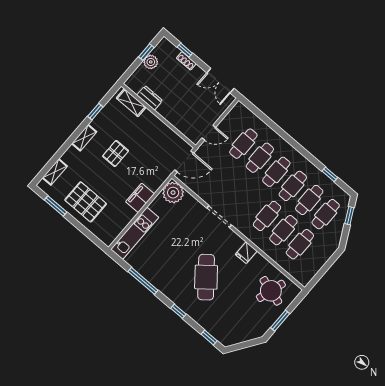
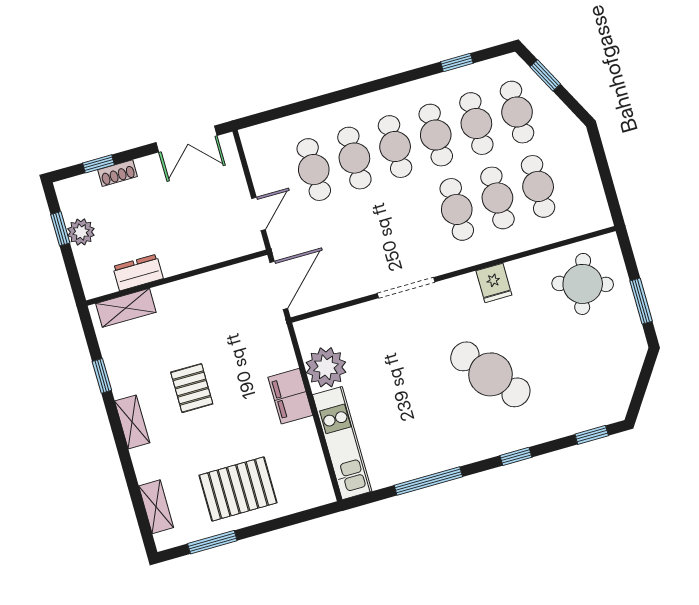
plant: (173, 193) -> (326, 367), moved

